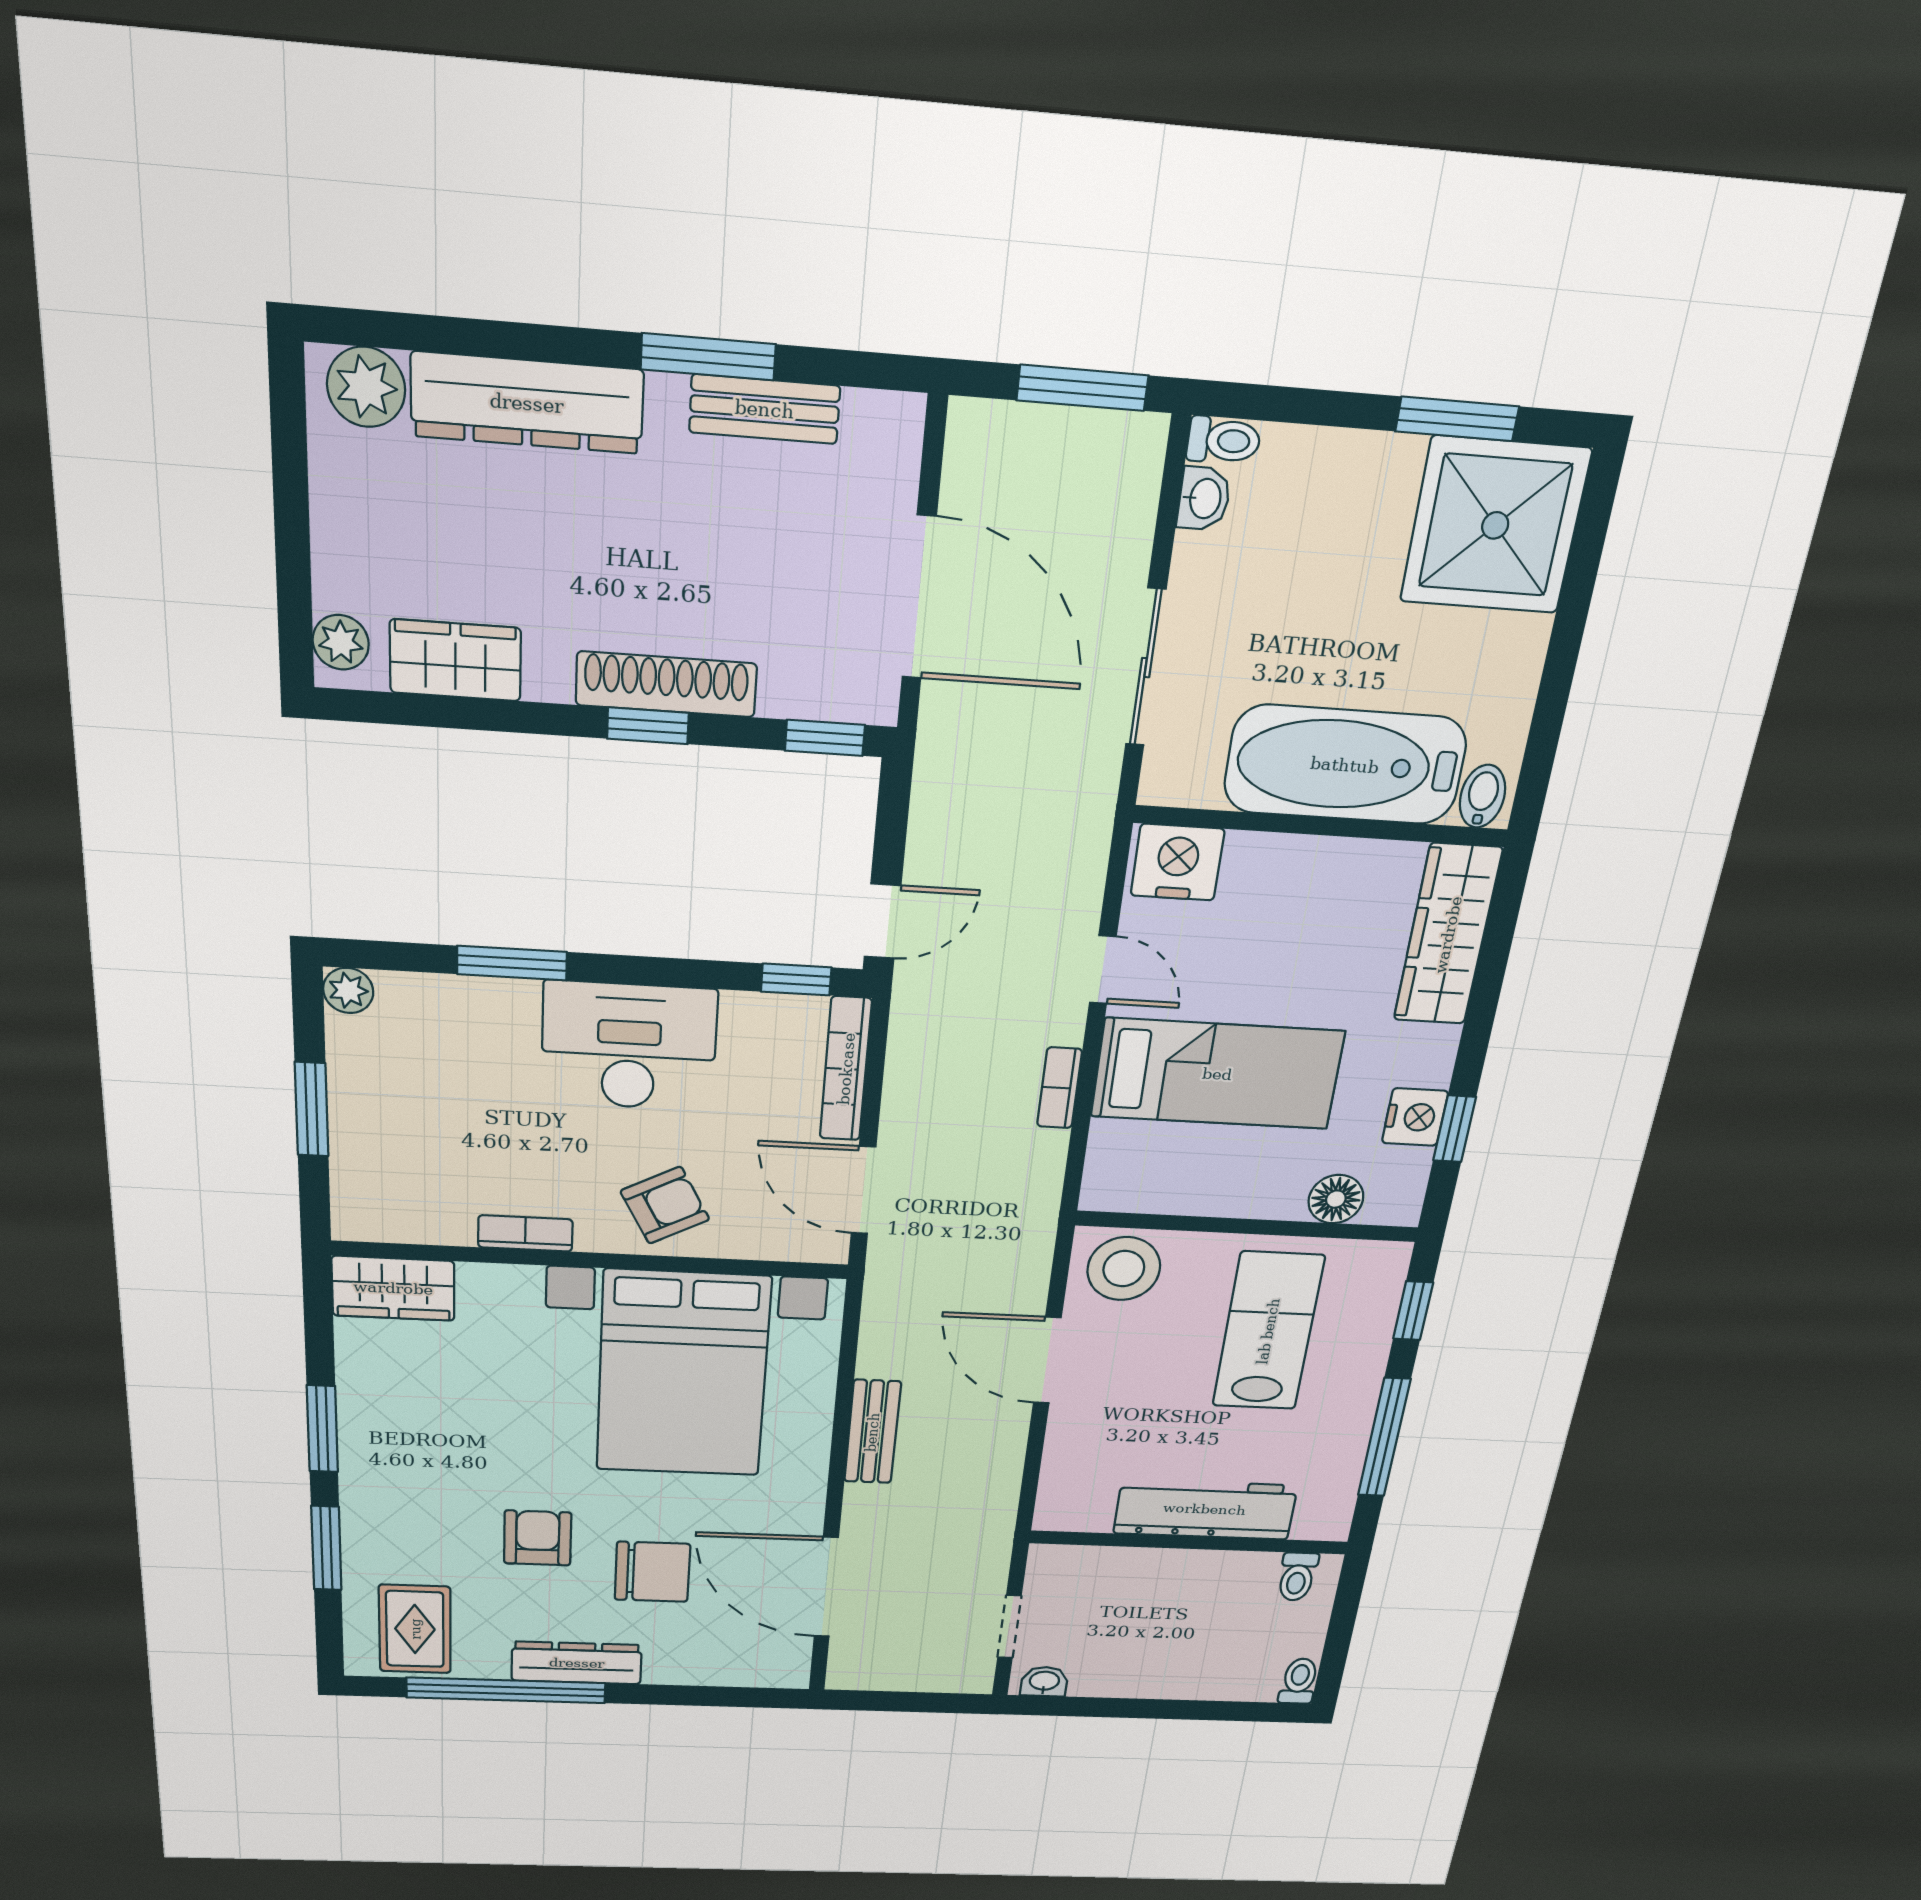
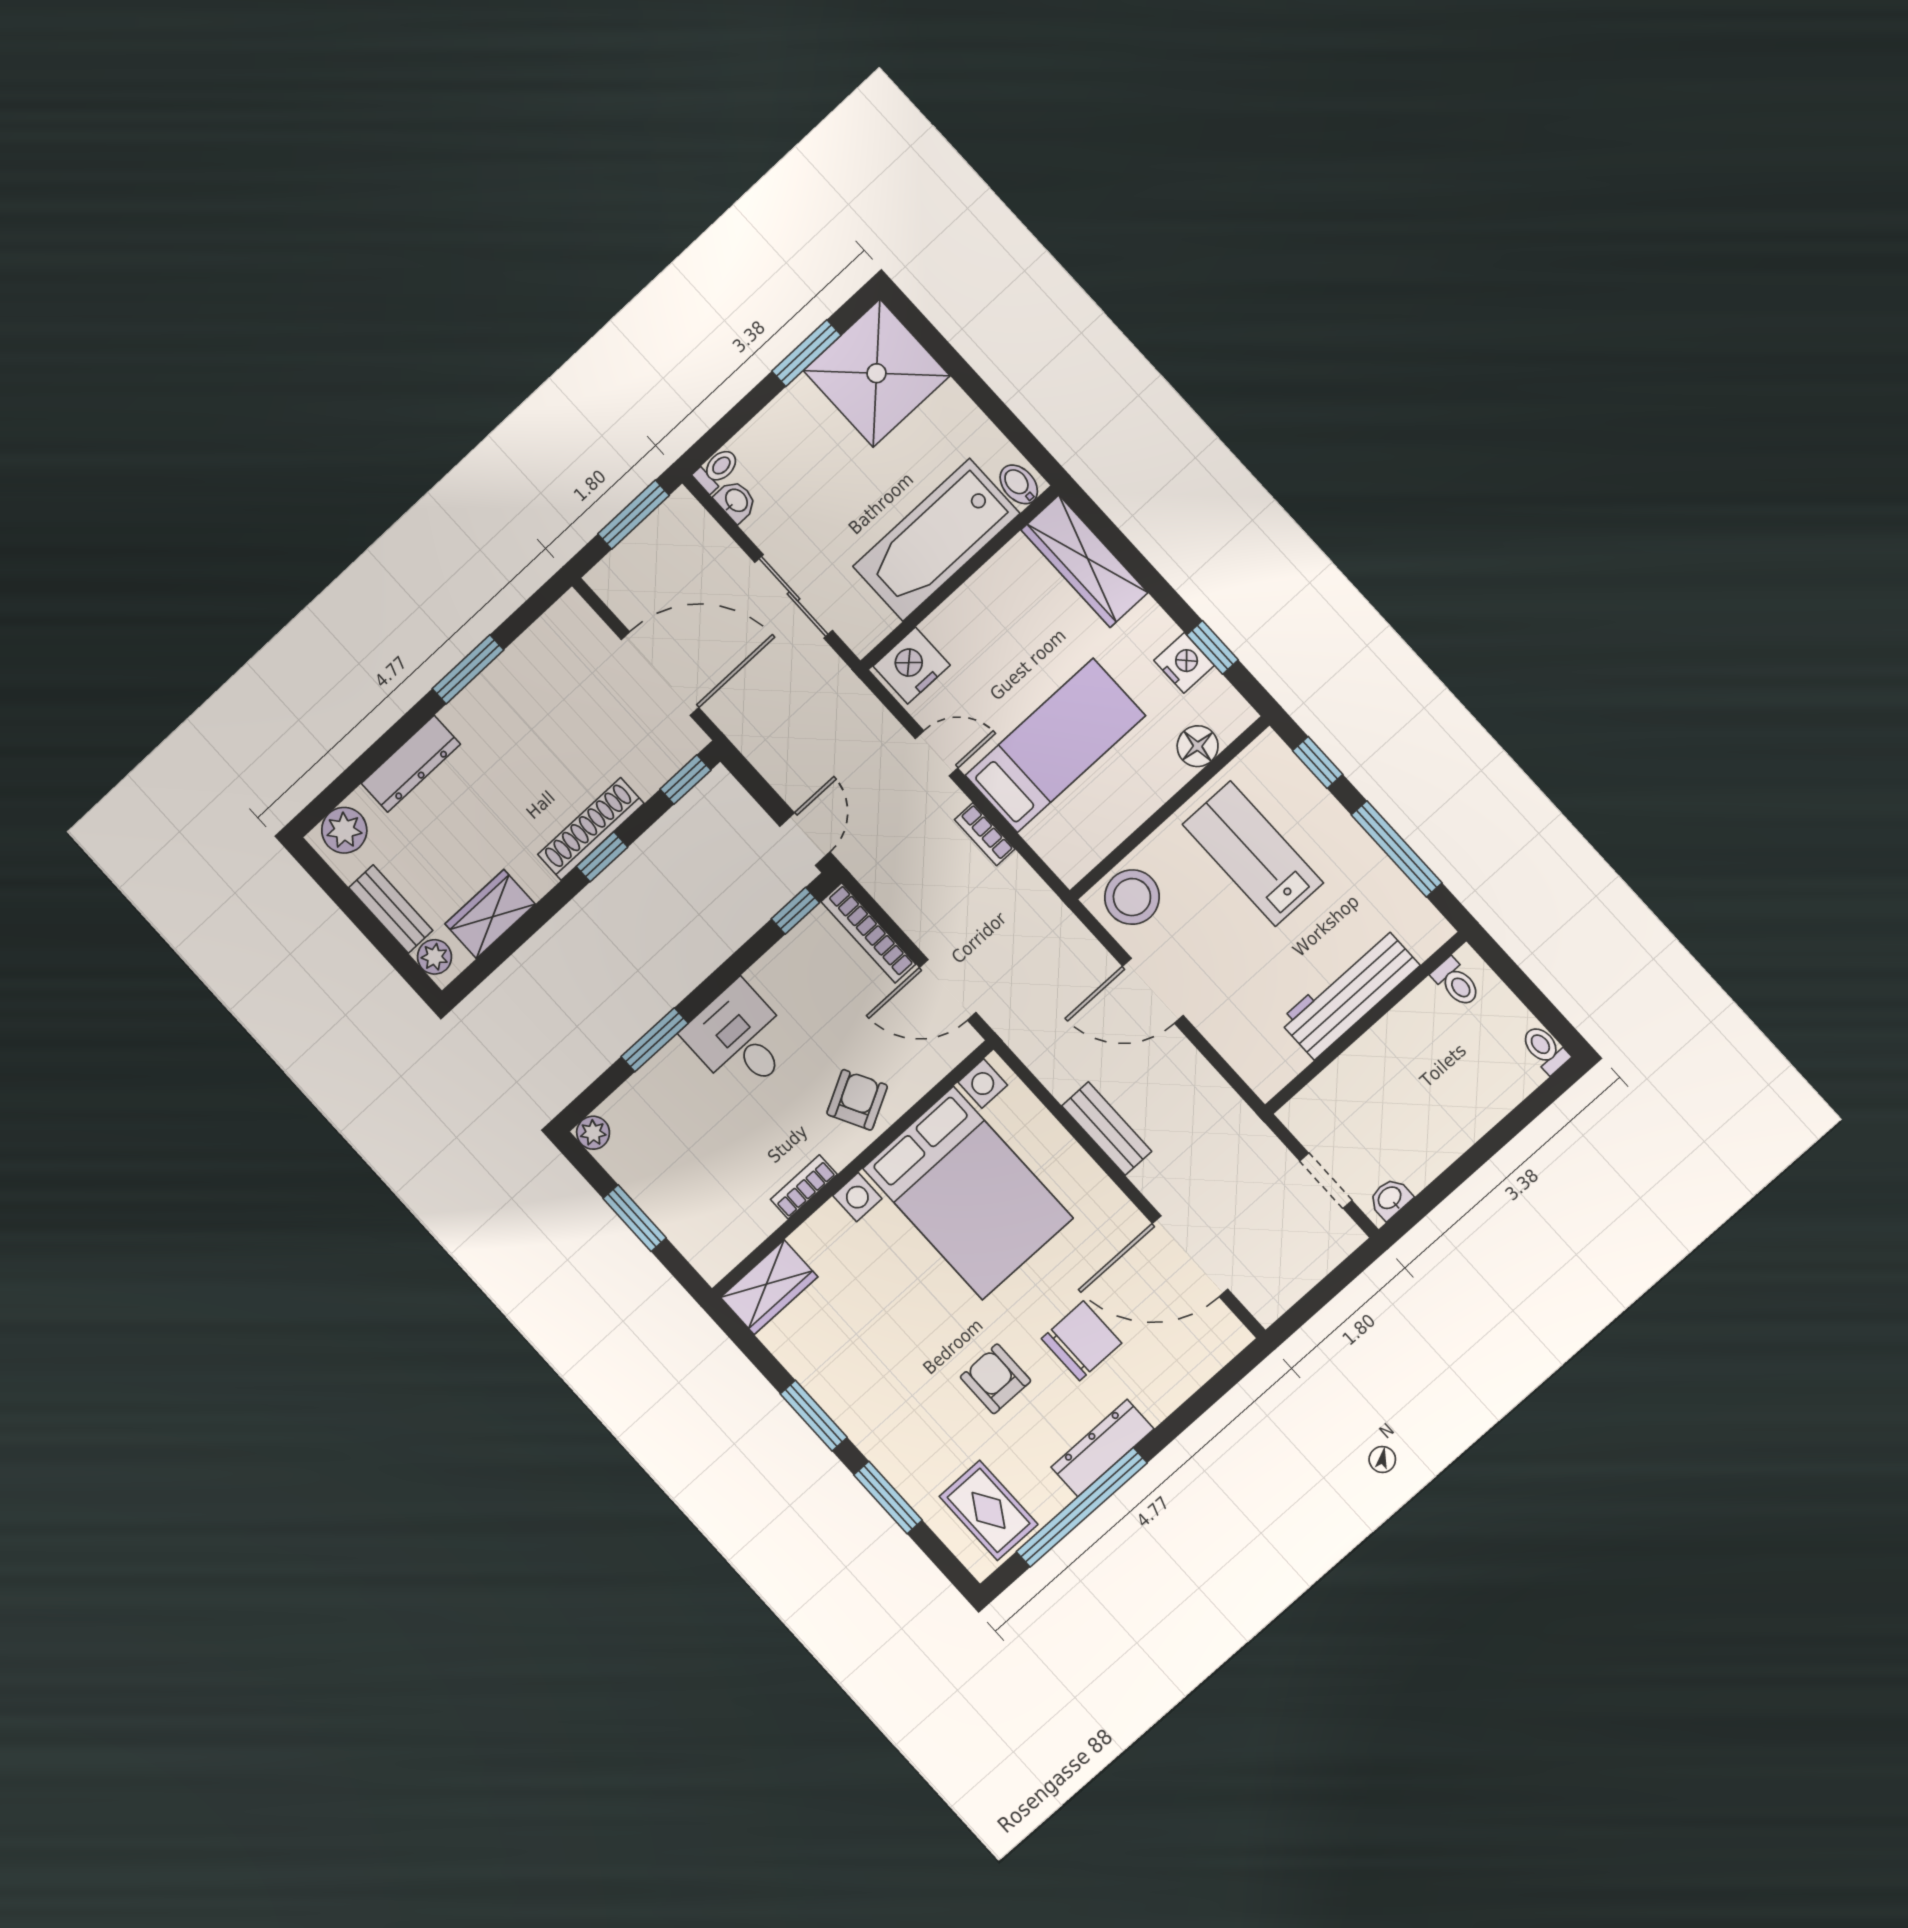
dresser: (527, 403) -> (411, 764), width x0.73, depth x0.80
bench: (765, 409) -> (391, 909), moved, turned 90
desk: (629, 1046) -> (740, 1039), width x0.73

